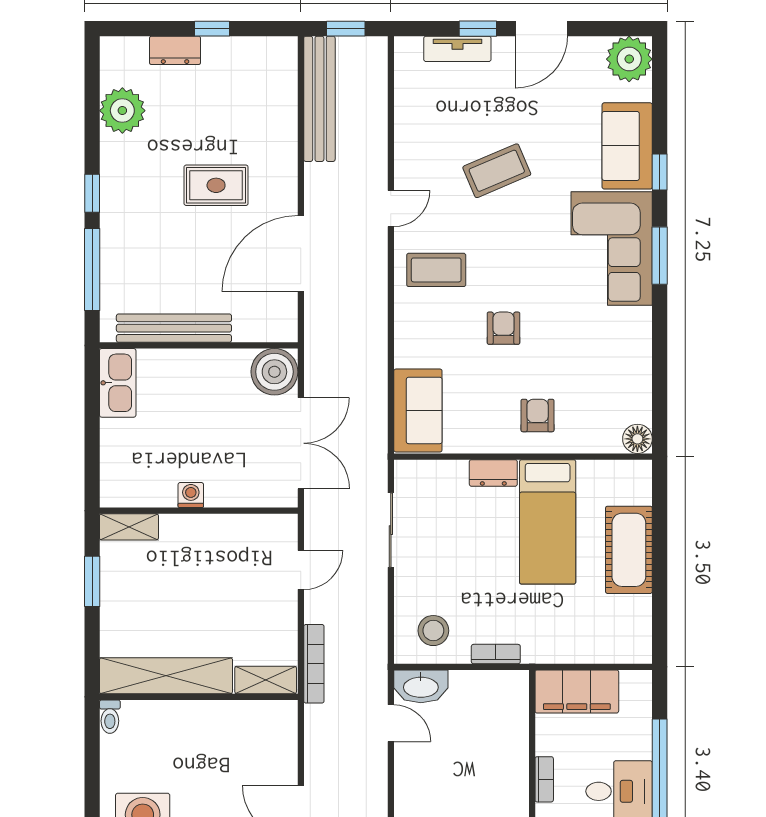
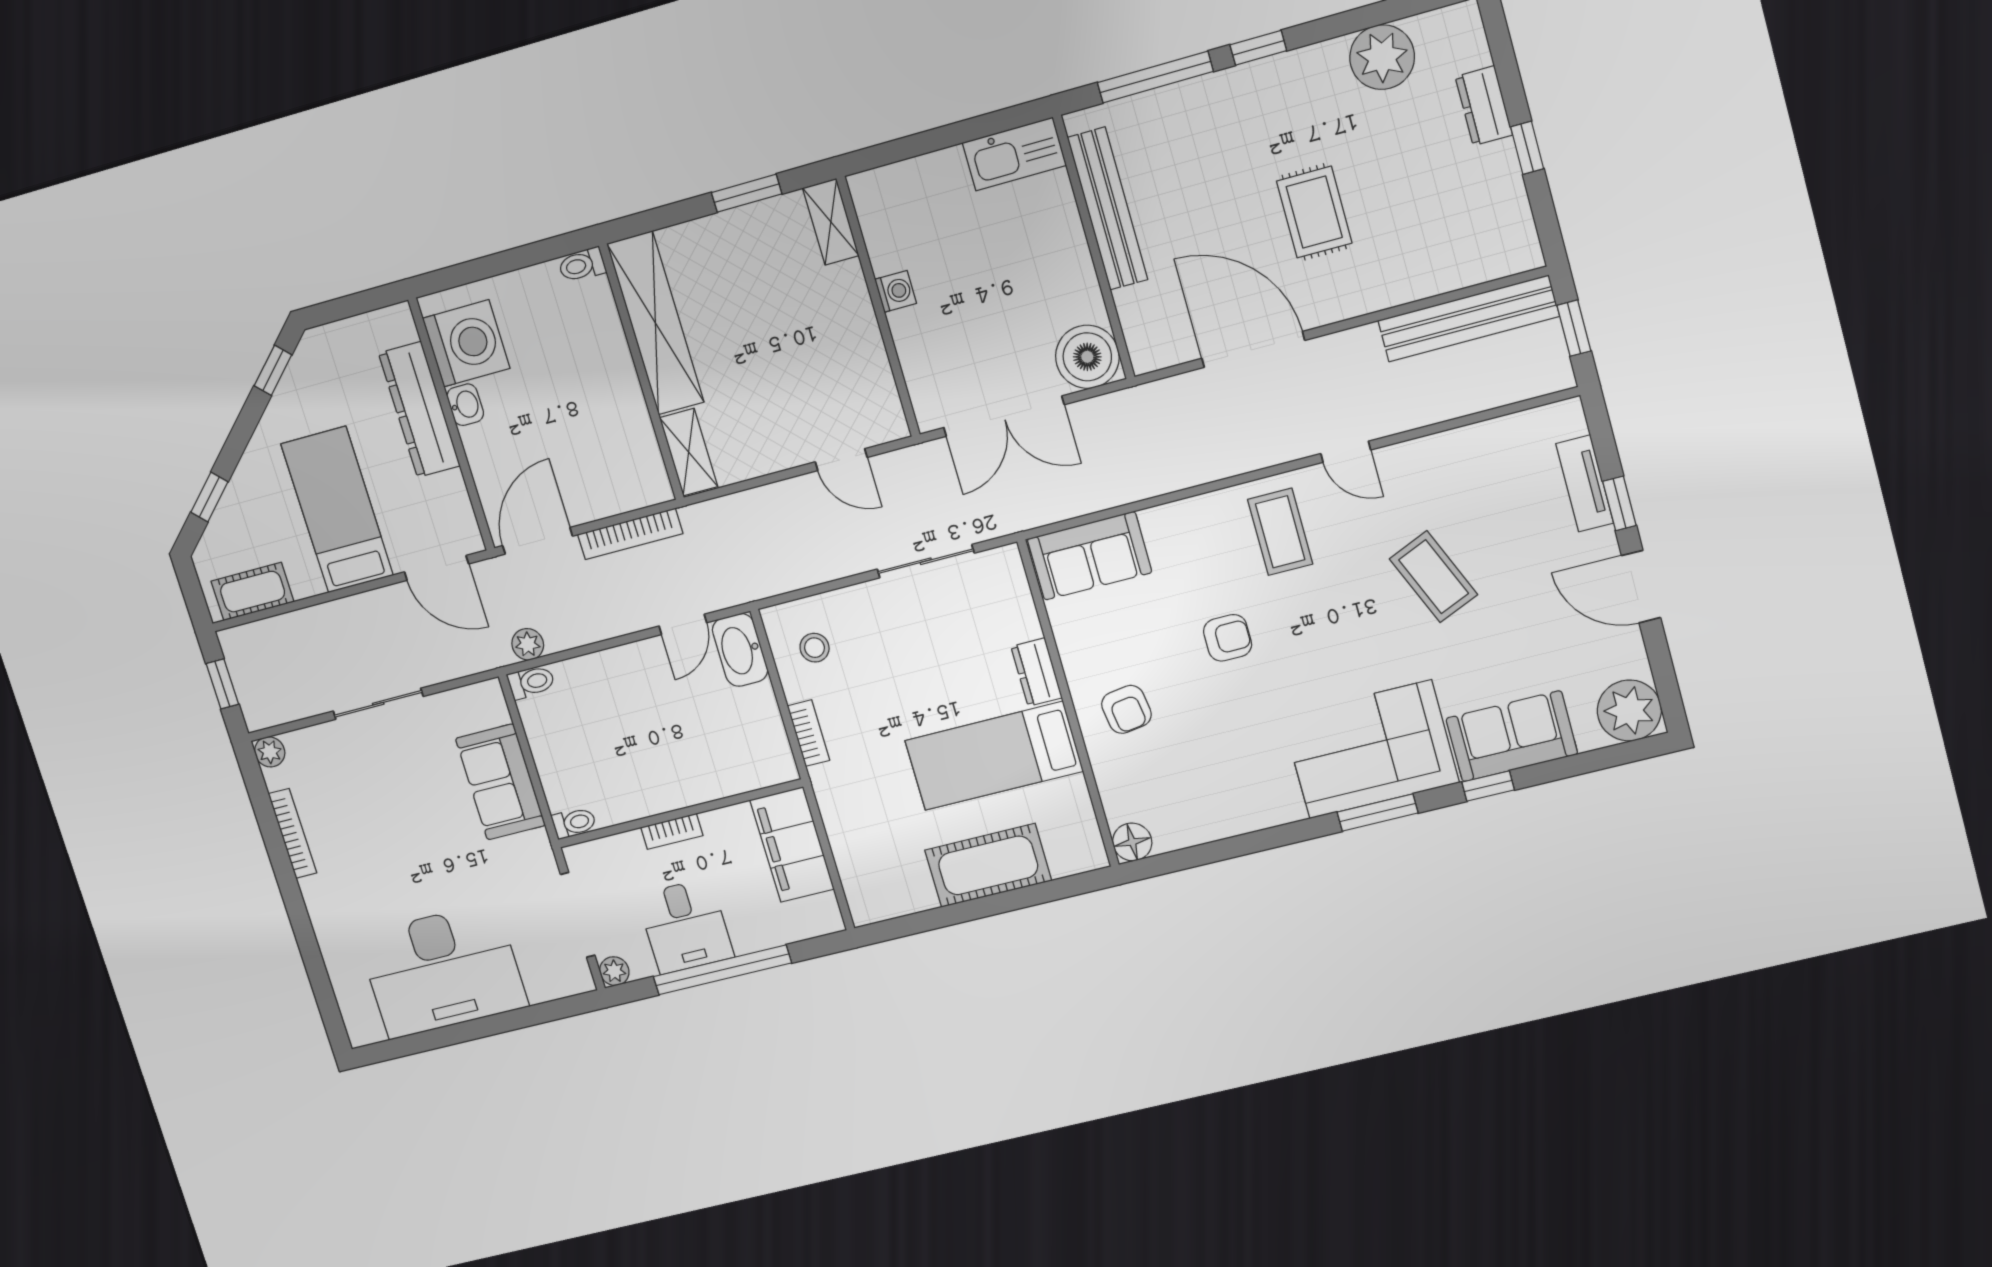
armchair: (538, 415) -> (1126, 709), turned 82
stool: (433, 631) -> (815, 648), width x0.73, depth x0.73
bookcase: (314, 664) -> (630, 534), moved

